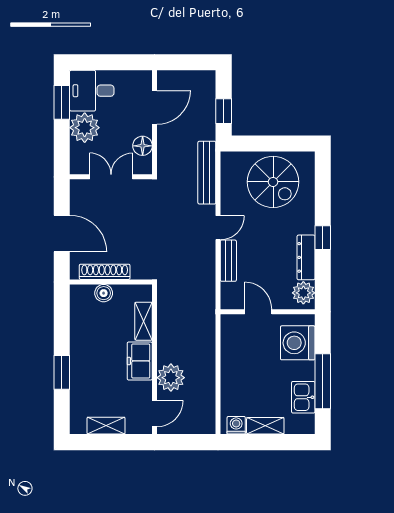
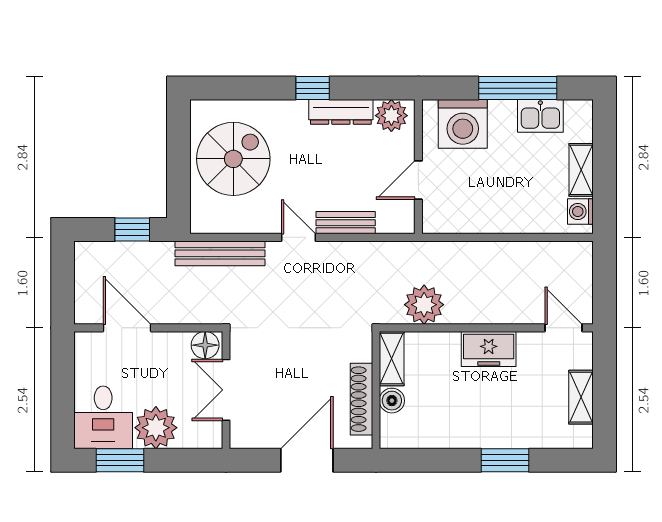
floor lamp: (143, 146) -> (205, 345), moved
shelving: (144, 321) -> (392, 359), moved, turned 90
plant: (171, 378) -> (424, 305), moved

